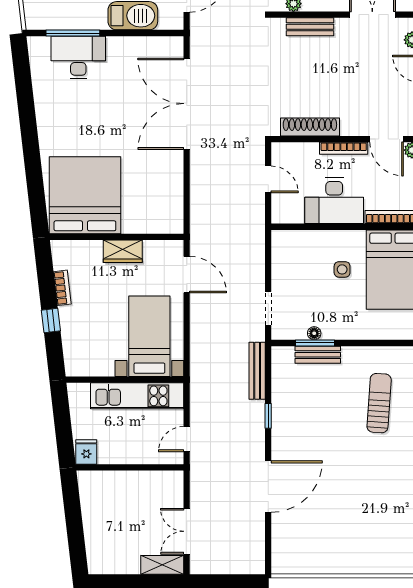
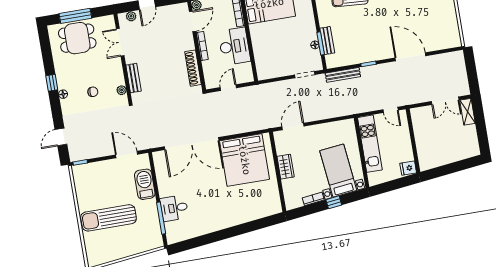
desk: (78, 57) -> (174, 208), width x0.73
bed: (85, 195) -> (244, 160), moved, turned -90
side table: (342, 269) -> (274, 35), removed
bed with nightstands: (149, 336) -> (338, 171), moved, turned 83

